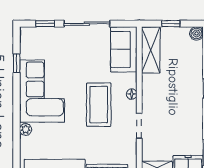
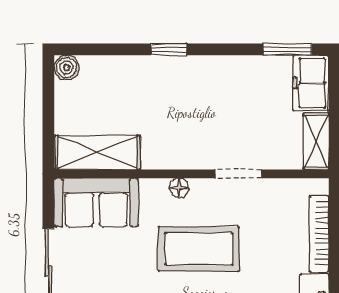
window: (171, 24) -> (48, 115), removed

